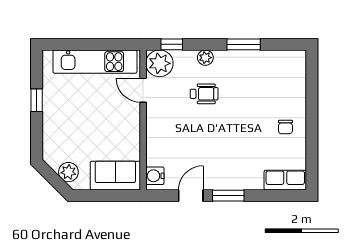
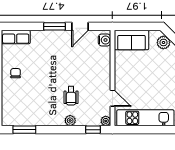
window: (244, 44) -> (24, 130), moved
plant: (159, 63) -> (106, 121), width x0.53, depth x0.53
wheelchair: (204, 94) -> (71, 96), turned -90

